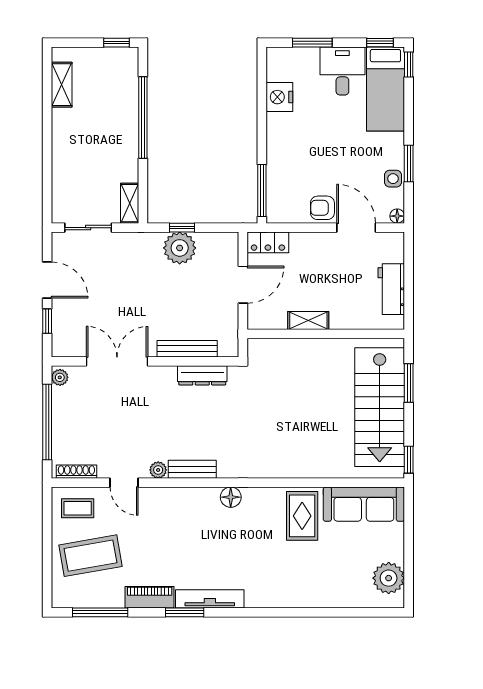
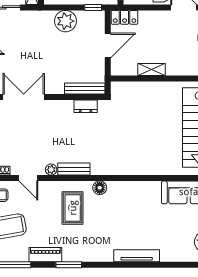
window: (182, 228) -> (93, 7), moved
bench: (187, 349) -> (85, 89), moved
dresser: (202, 375) -> (86, 106), width x0.70
rug: (302, 516) -> (73, 208), moved
tv unit: (210, 599) -> (137, 256), moved

